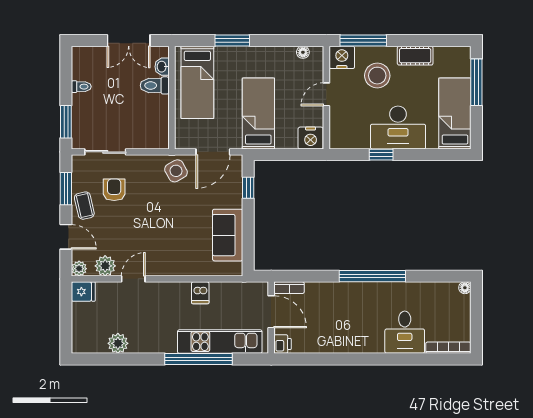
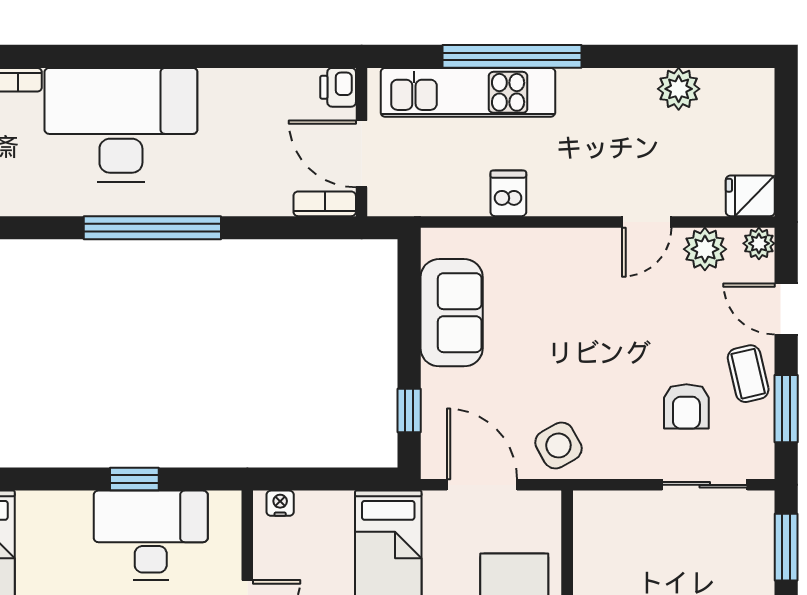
desk: (398, 128) -> (151, 535), moved
nightstand: (311, 138) -> (280, 503), width x0.53, depth x0.56
door: (213, 152) -> (482, 485), hinge flipped
desk: (405, 332) -> (121, 125), width x1.87, depth x1.30

